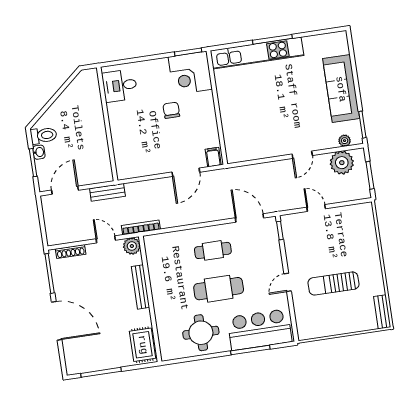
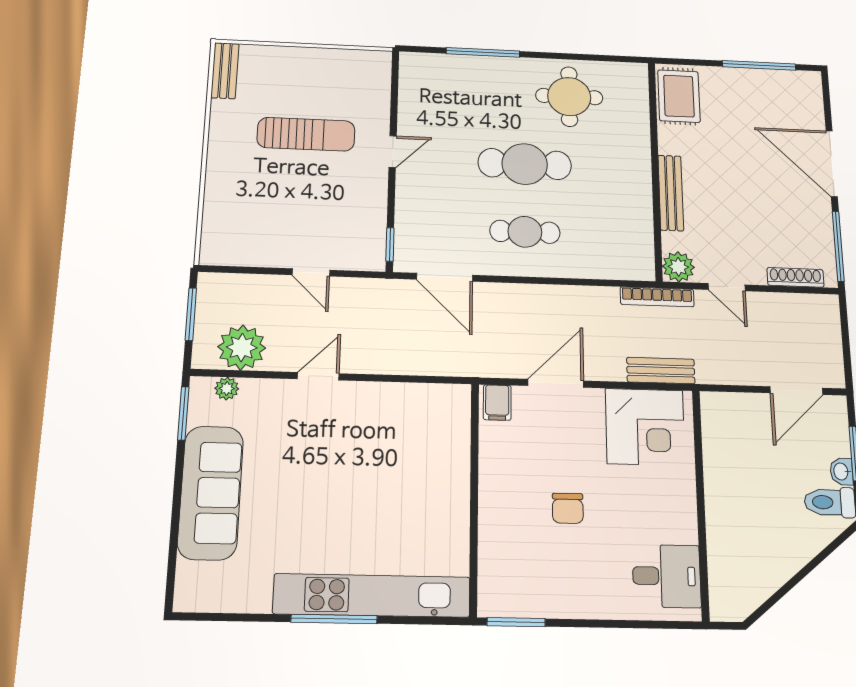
corner desk: (190, 73) -> (645, 427), moved, turned 90
bench: (107, 192) -> (661, 371), moved
bar counter: (260, 330) -> (460, 82), removed

